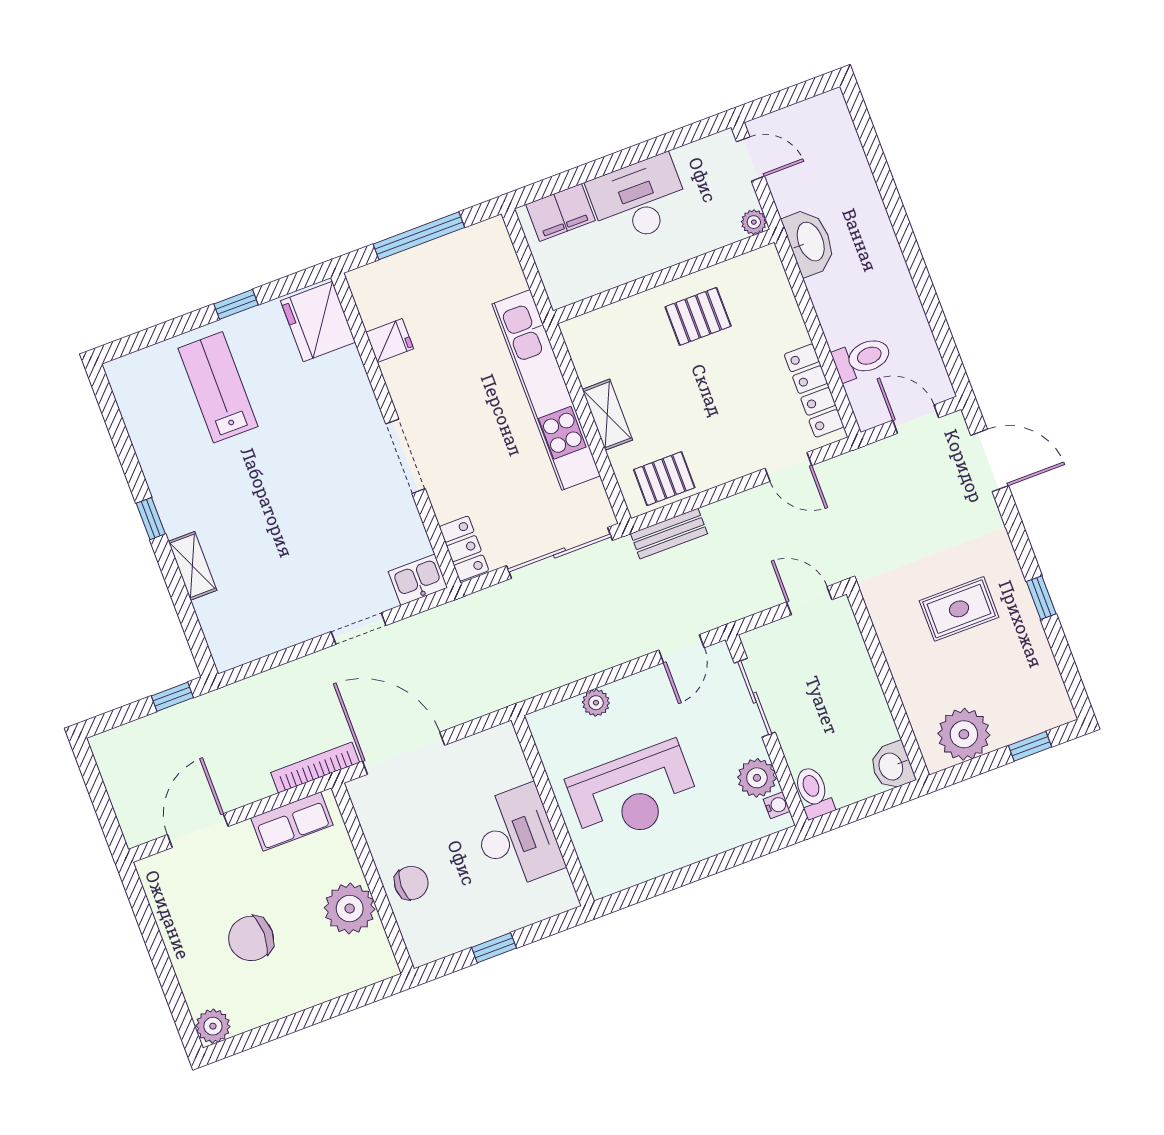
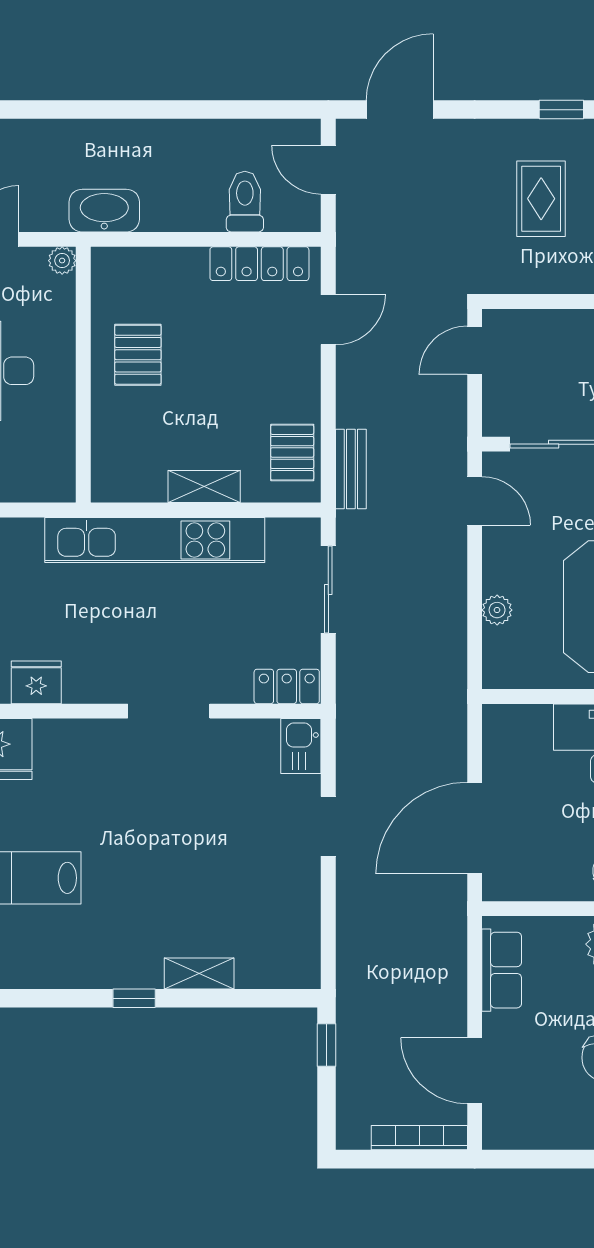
fridge: (390, 341) -> (36, 682), width x1.38
door: (916, 419) -> (328, 170), hinge flipped
sliding door: (560, 553) -> (328, 590), width x0.73
bookcase: (315, 768) -> (419, 1138), moved, turned 90

